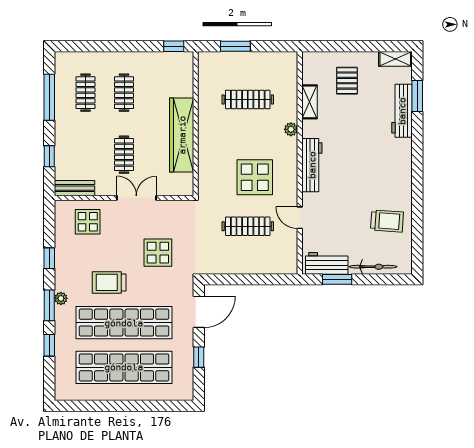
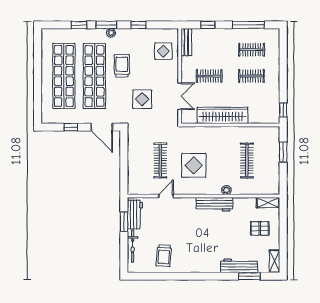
shelving: (309, 102) -> (268, 203), moved
workbench: (312, 165) -> (214, 204), moved
double door: (136, 198) -> (180, 96), moved

